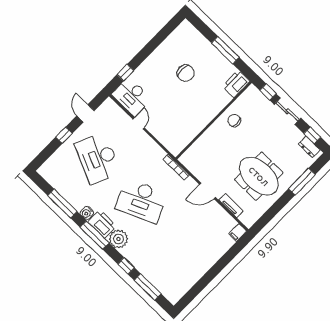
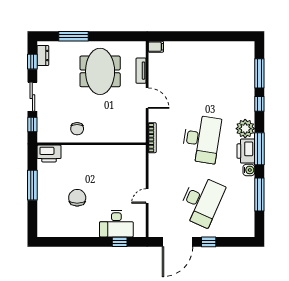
desk: (132, 97) -> (116, 224), moved, turned 90
door: (85, 113) -> (178, 242), width x1.87
desk: (141, 201) -> (201, 139), turned 33

